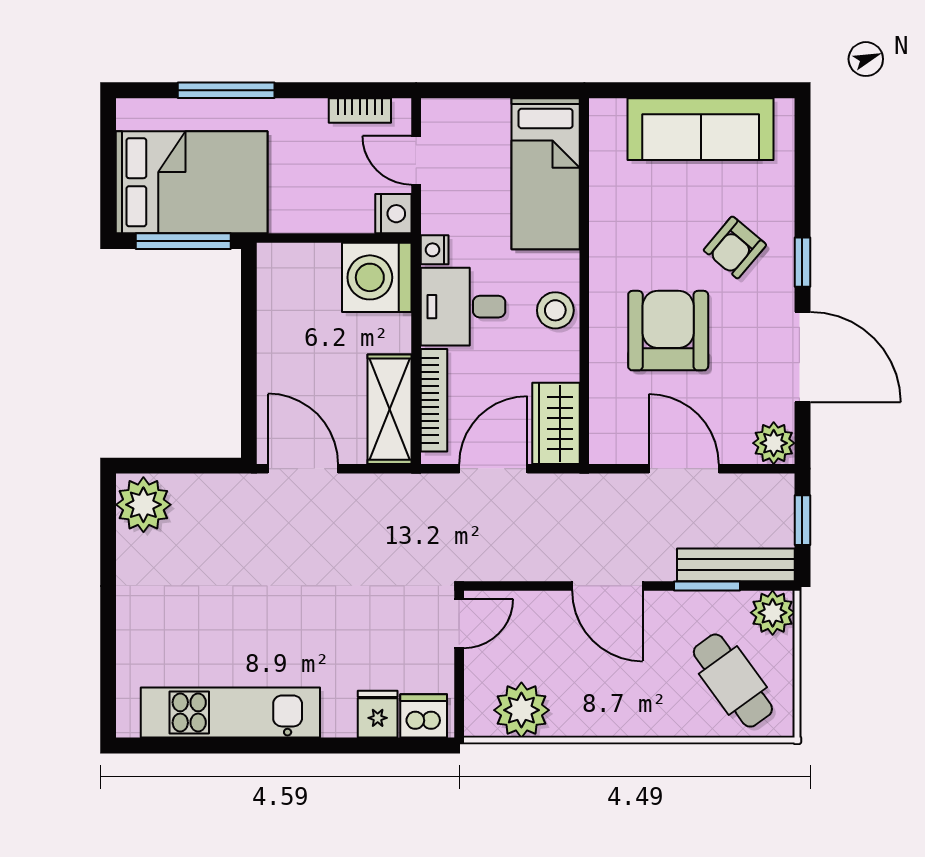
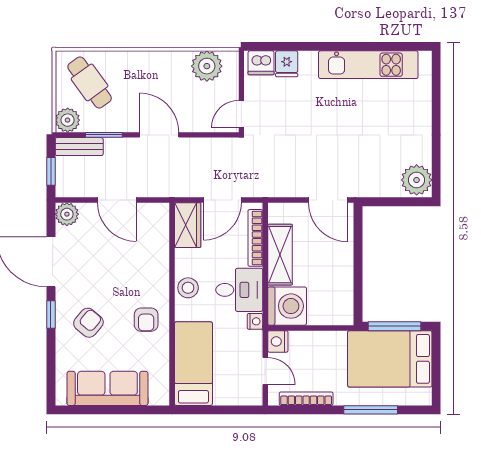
bookcase: (360, 110) -> (306, 399), width x1.56
armchair: (668, 331) -> (146, 320), moved, width x0.53, depth x0.53
shelving: (390, 409) -> (280, 255), moved
bench: (736, 565) -> (79, 147), width x0.73

